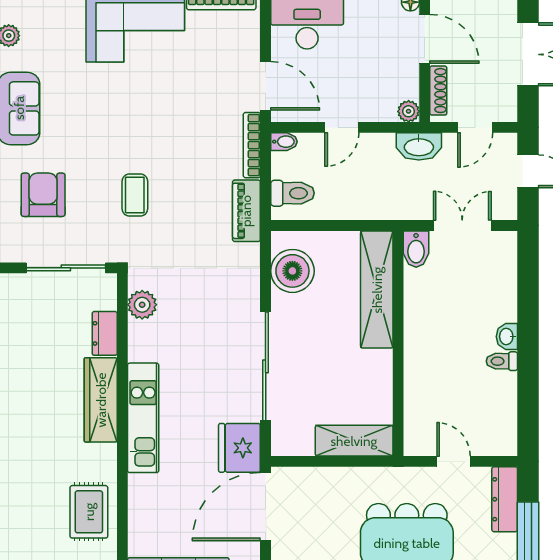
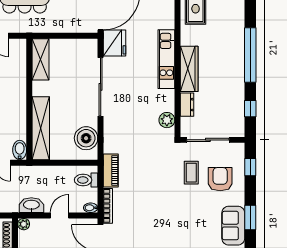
washbasin: (419, 146) -> (31, 205), moved
armchair: (43, 195) -> (220, 179), turned 180
coffee table: (135, 195) -> (191, 173), moved
shelving: (354, 441) -> (40, 59), moved, turned 90

